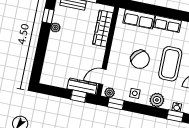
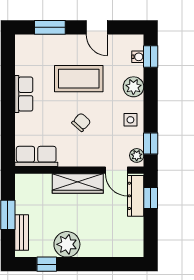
row of seats: (139, 19) -> (36, 156), moved, turned -90
plant: (55, 27) -> (67, 244), width x1.88, depth x1.88
wardrobe: (103, 29) -> (78, 183), moved
chair: (140, 59) -> (81, 122), width x0.54, depth x0.54

